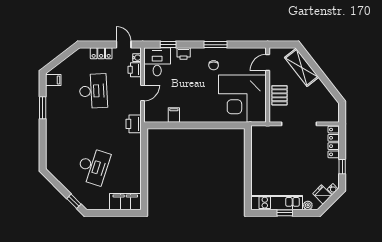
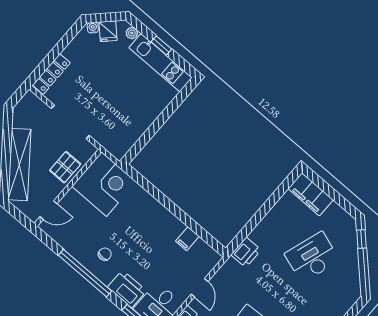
window: (215, 45) -> (85, 273), width x2.11
printer: (184, 53) -> (127, 289), width x1.87, depth x1.48
shelving: (302, 67) -> (19, 165), width x1.47
door: (143, 93) -> (200, 288), swing flipped
corner desk: (242, 99) -> (104, 184), width x0.74, depth x0.74
printer: (134, 124) -> (246, 252), moved
window: (342, 167) -> (64, 42), removed

